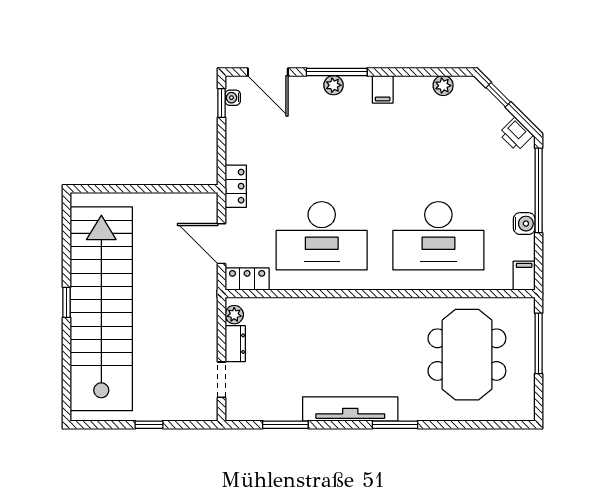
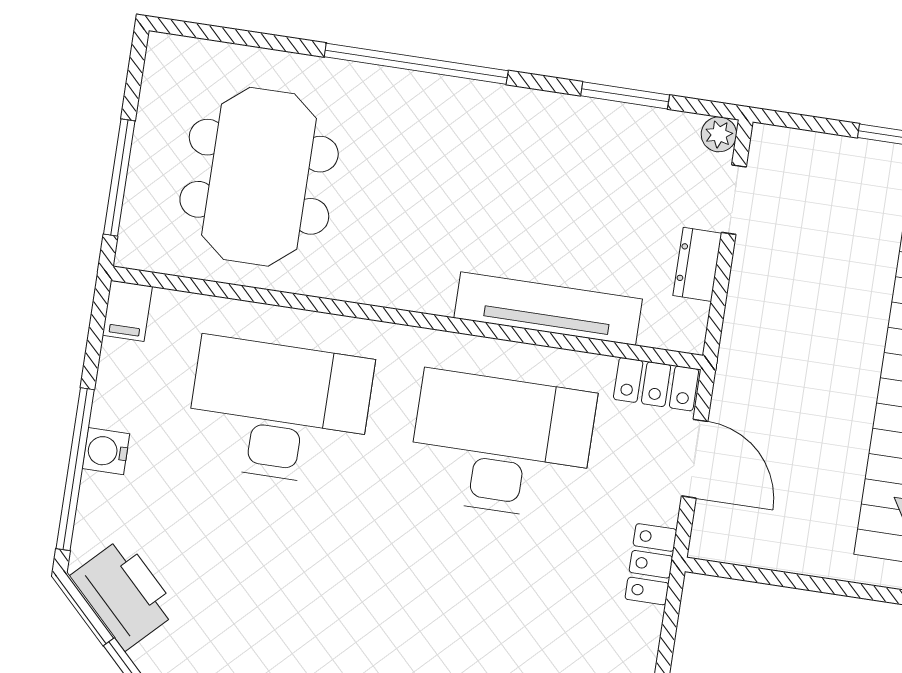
printer: (516, 134) -> (124, 594), width x1.87, depth x1.48
water cooler: (524, 224) -> (106, 451), moved
plant: (234, 315) -> (719, 134), moved
tv unit: (350, 409) -> (548, 309), moved, turned 180
window: (395, 425) -> (416, 64), width x2.11

